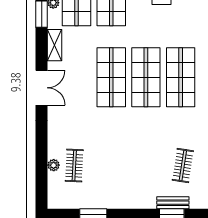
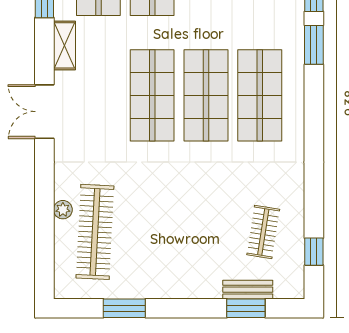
double door: (42, 88) -> (44, 112), swing flipped
plant: (54, 165) -> (63, 210), moved
clothes rail: (74, 165) -> (95, 232), width x1.86, depth x1.31

